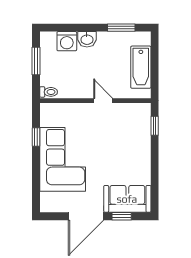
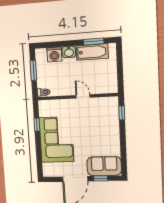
bathtub: (141, 67) -> (92, 52), moved, turned -90

